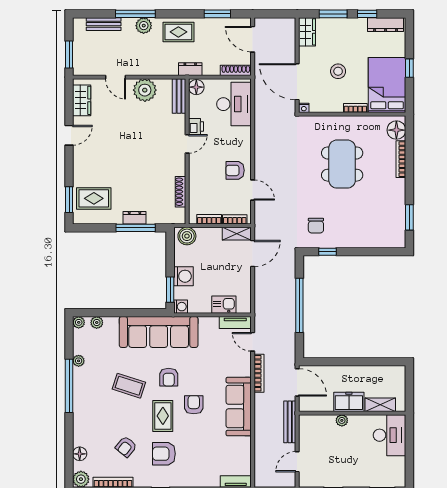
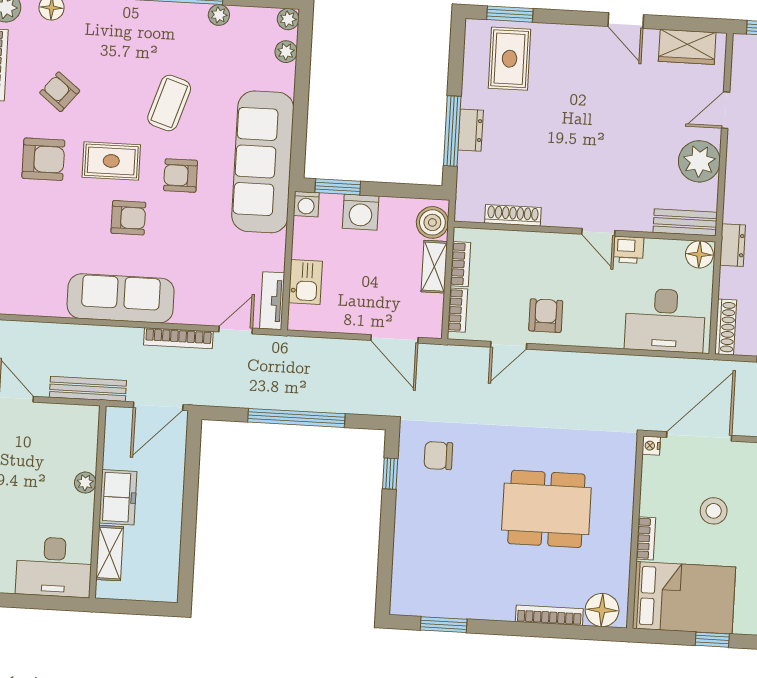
shelving: (237, 234) -> (434, 267), moved
armchair: (164, 454) -> (43, 159), turned 90

